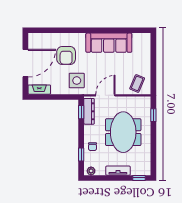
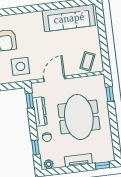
sofa: (109, 43) -> (69, 18), moved
dresser: (89, 111) -> (40, 111), moved

